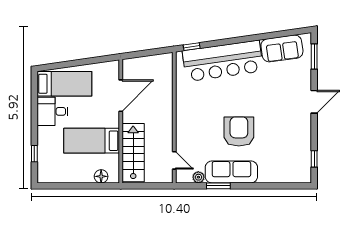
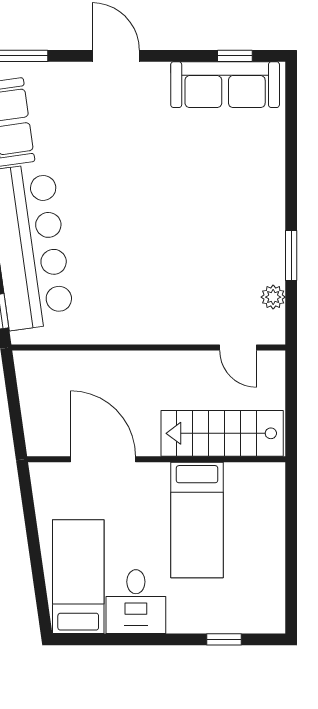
armchair: (239, 132) -> (178, 213), removed
door: (174, 160) -> (238, 348), swing flipped
sofa: (231, 172) -> (225, 85), moved, turned -90
floor lamp: (101, 176) -> (271, 500), removed

